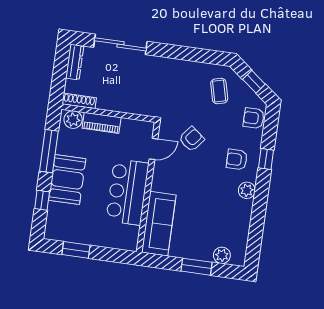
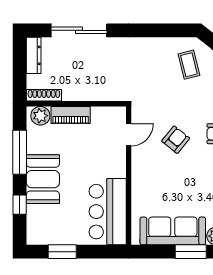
armchair: (192, 139) -> (176, 140), moved
bar counter: (127, 192) -> (108, 212), moved
sofa: (159, 224) -> (173, 231), moved, turned -90

